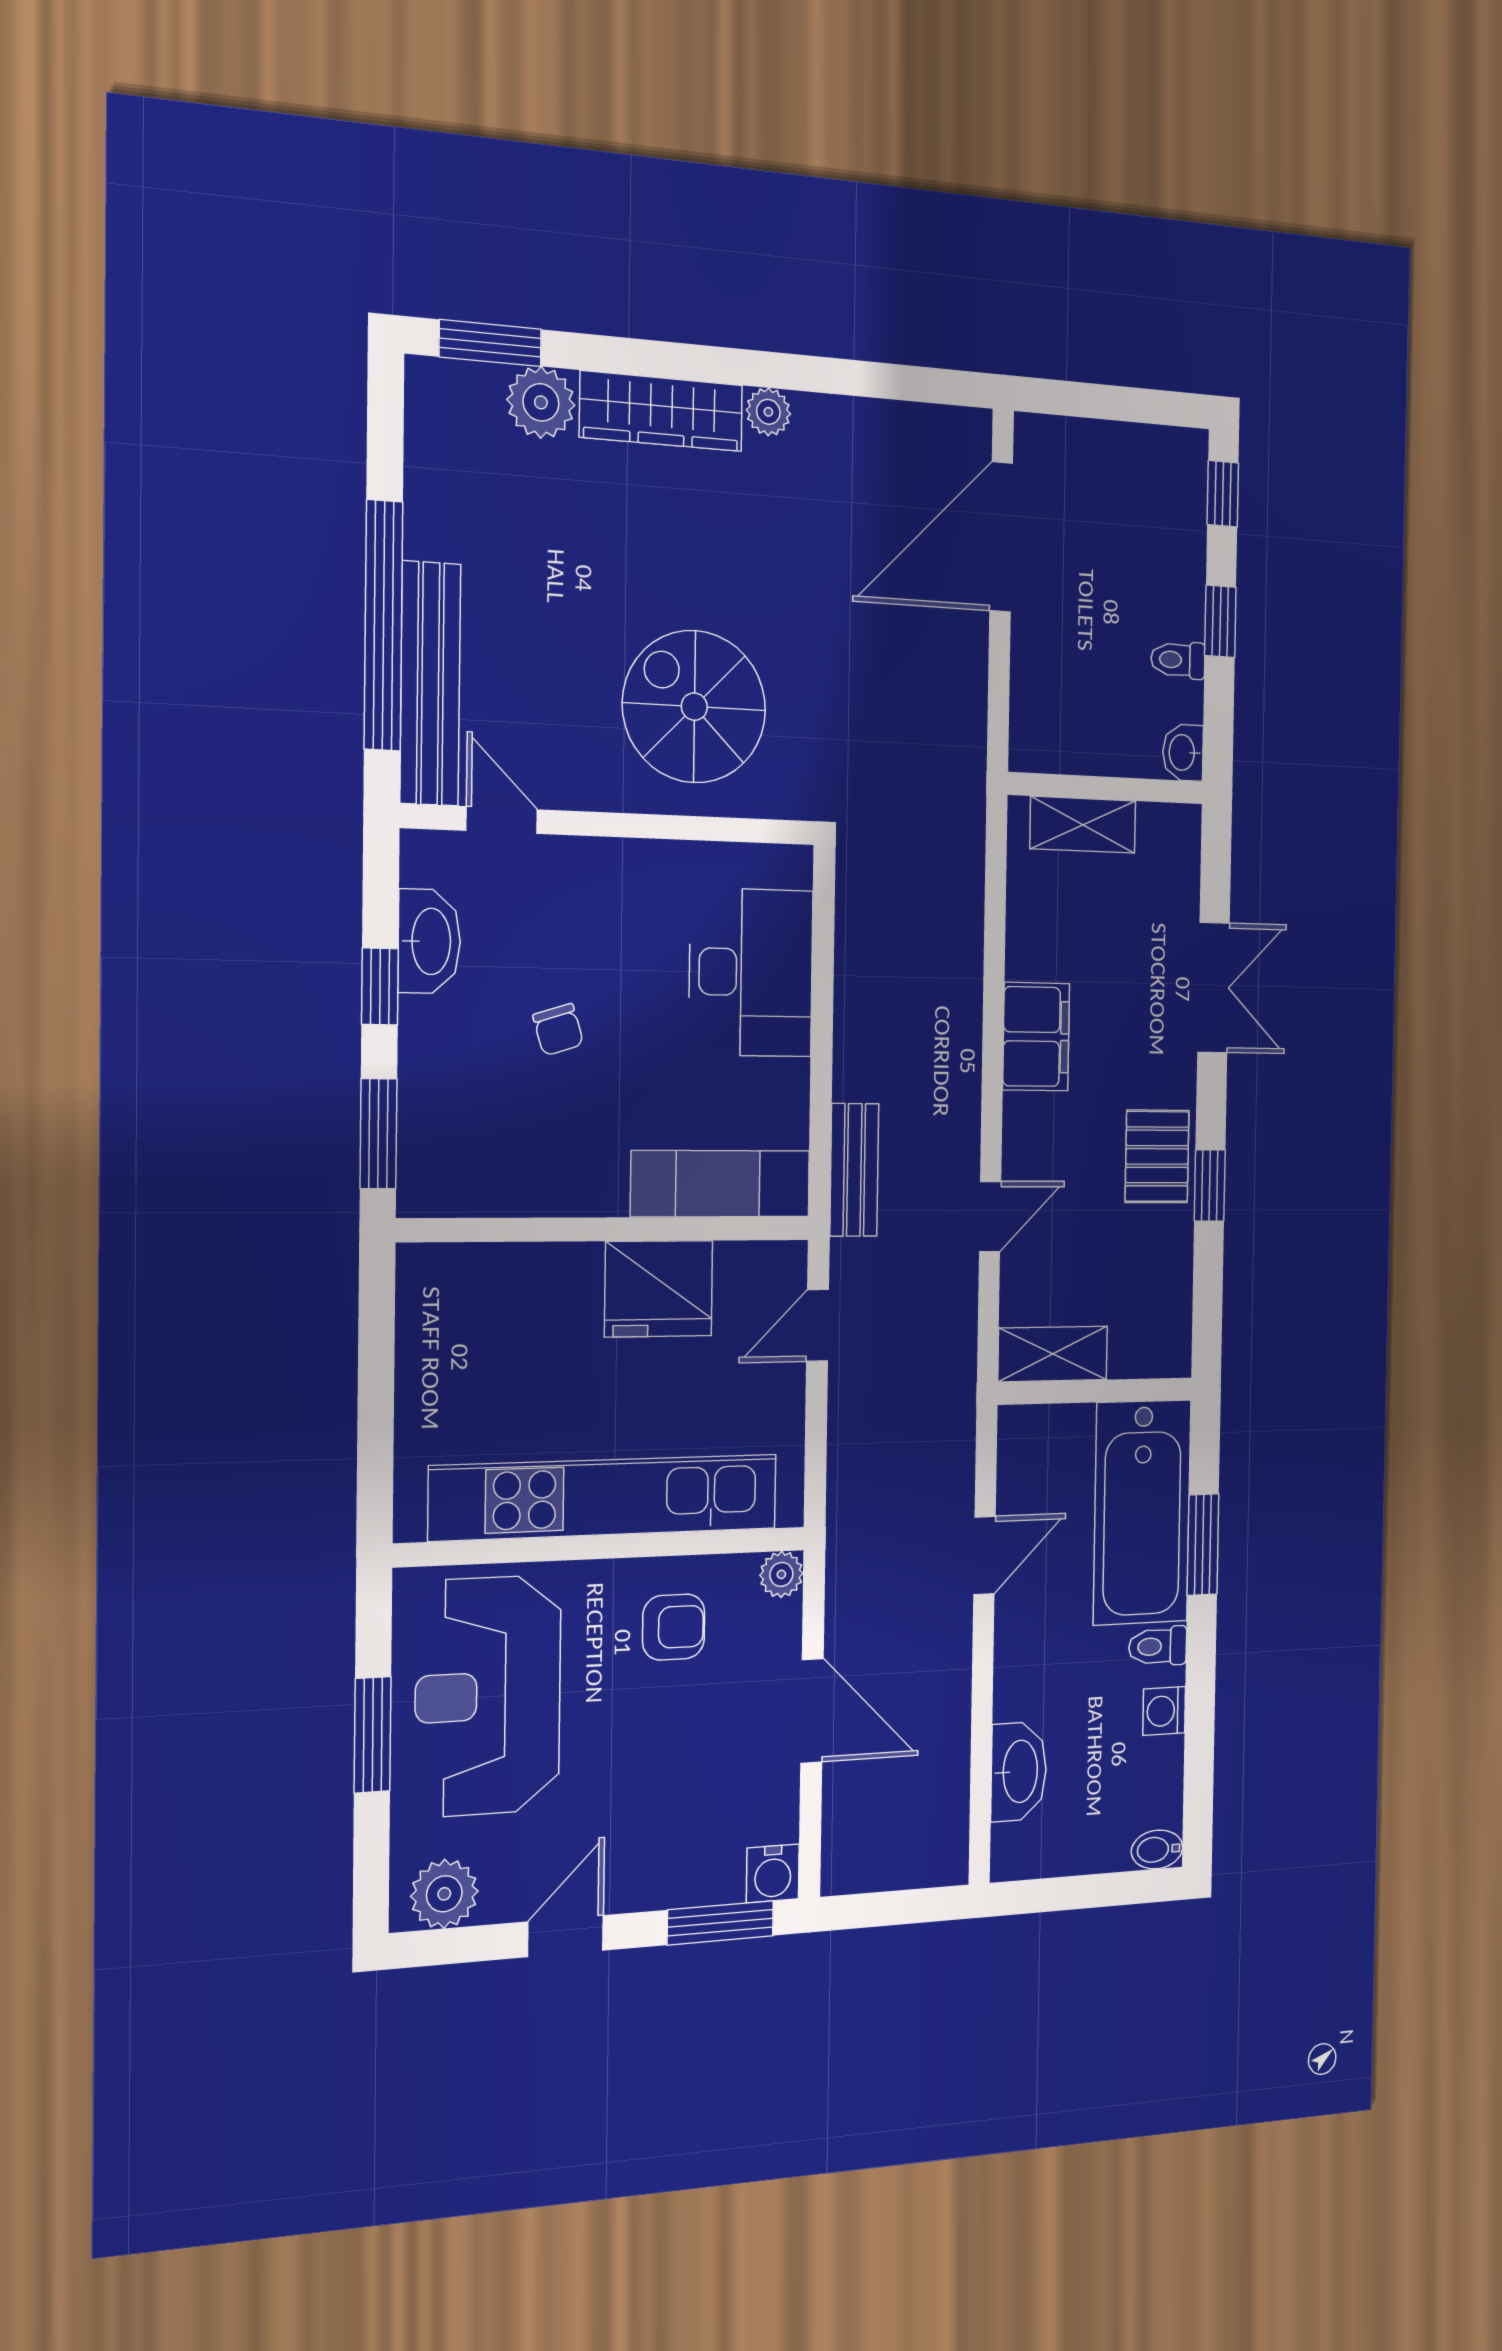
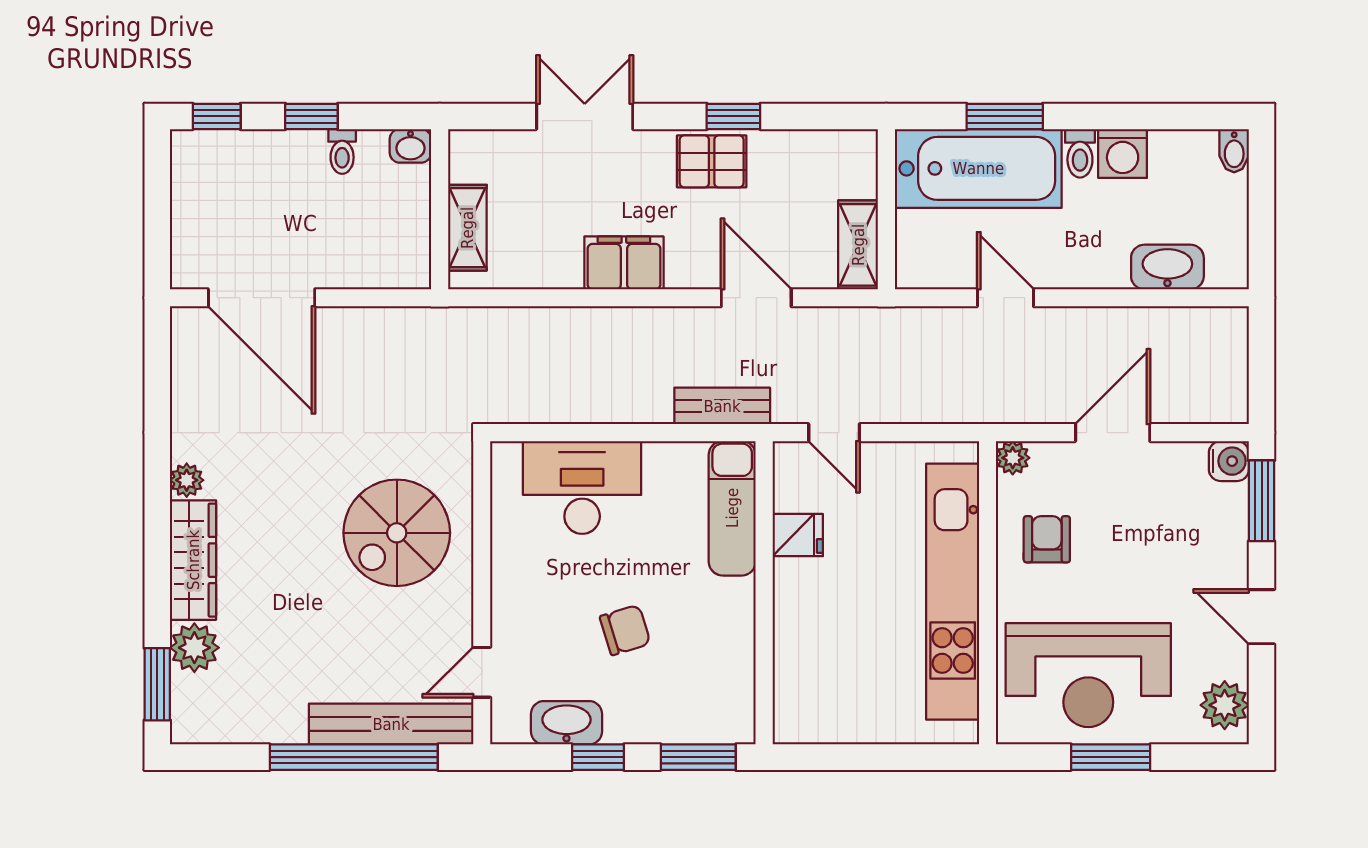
chair: (558, 1030) -> (625, 630), width x1.37, depth x1.37
door: (990, 1216) -> (756, 298), width x1.38
fridge: (659, 1289) -> (798, 535), width x0.53, depth x0.75
washing machine: (1164, 1711) -> (1123, 154), width x1.38, depth x1.38

